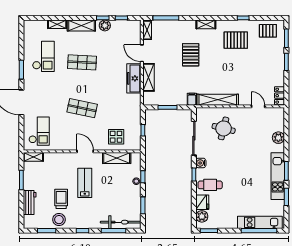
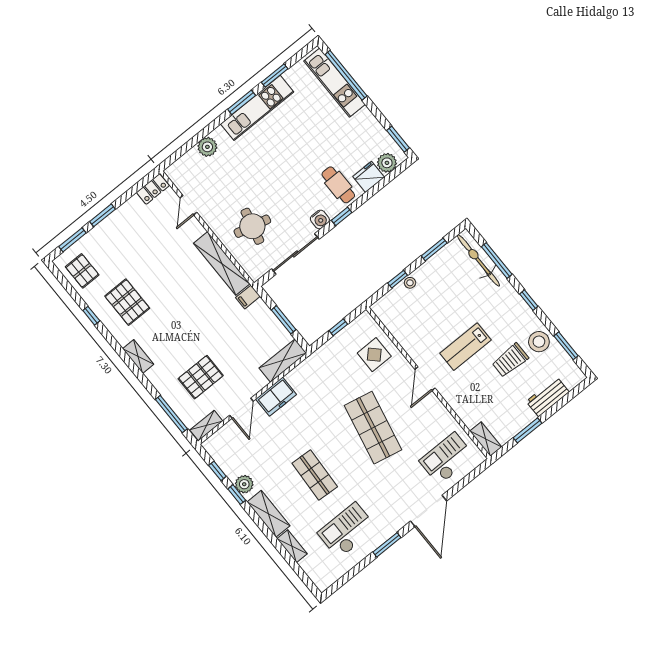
pallet: (191, 55) -> (201, 377), moved
shelving: (148, 77) -> (283, 361), moved
freezer: (134, 78) -> (276, 397), width x0.71
shop shelf: (82, 108) -> (373, 428), width x1.43, depth x1.36
shelving: (117, 158) -> (401, 332), removed

